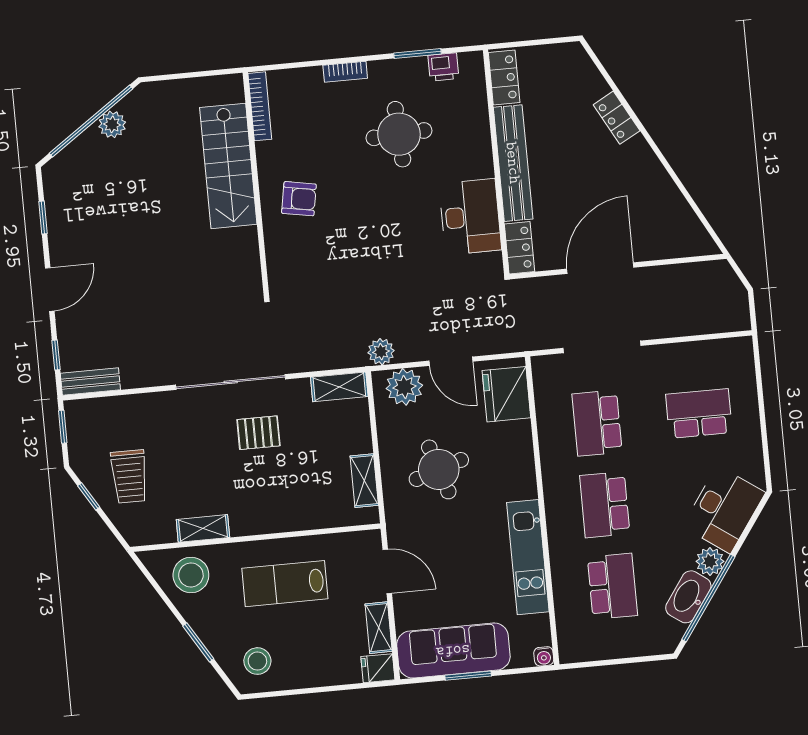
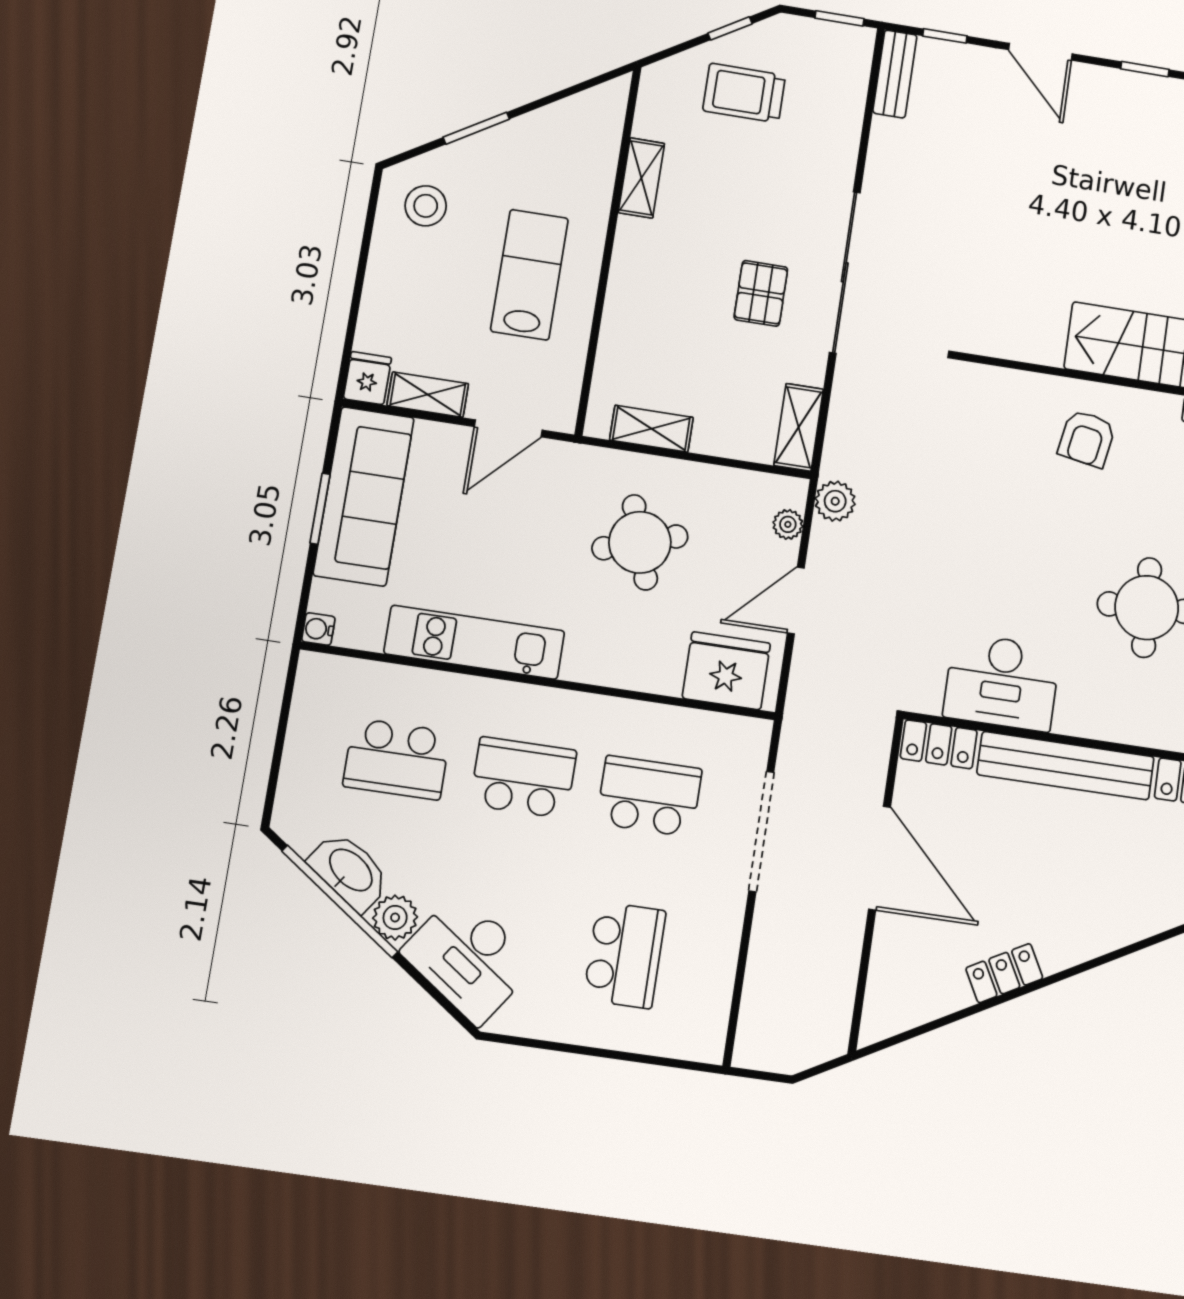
locker: (617, 118) -> (1004, 973), moved
plant: (404, 387) -> (788, 524), width x0.53, depth x0.53
stool: (191, 575) -> (578, 143), removed

